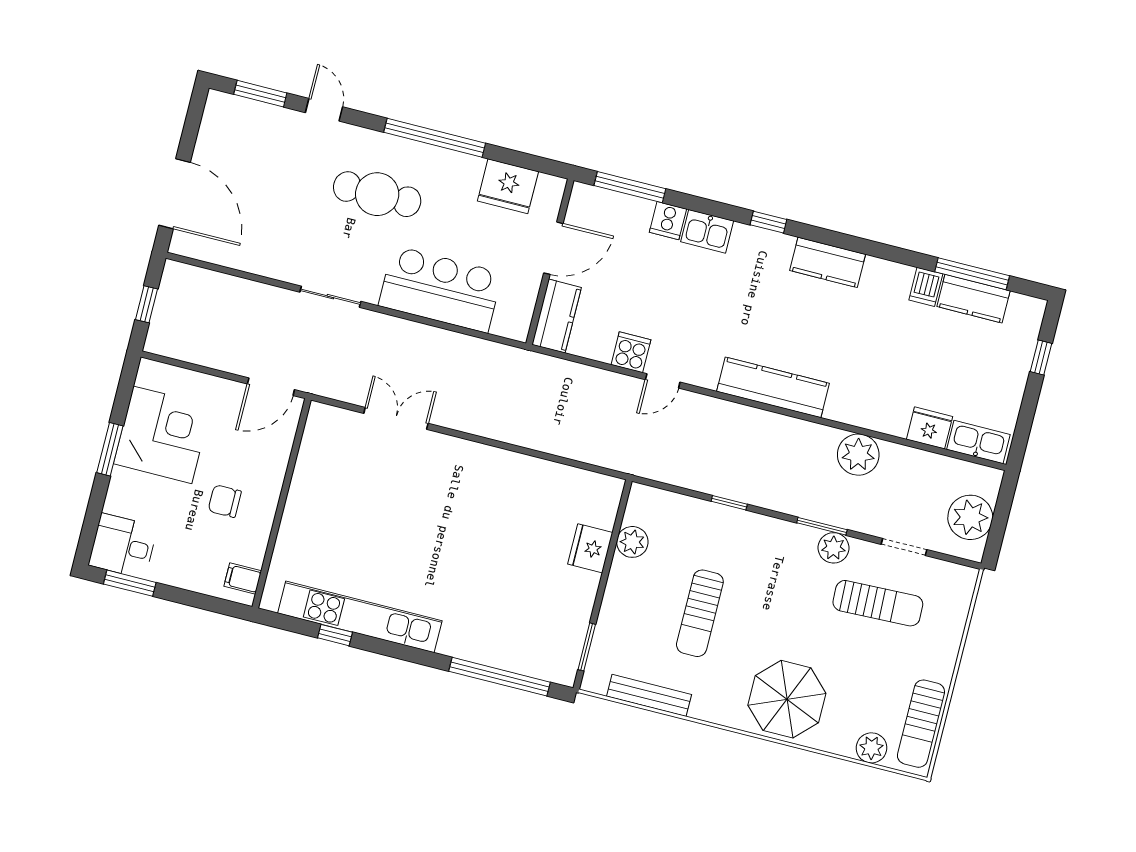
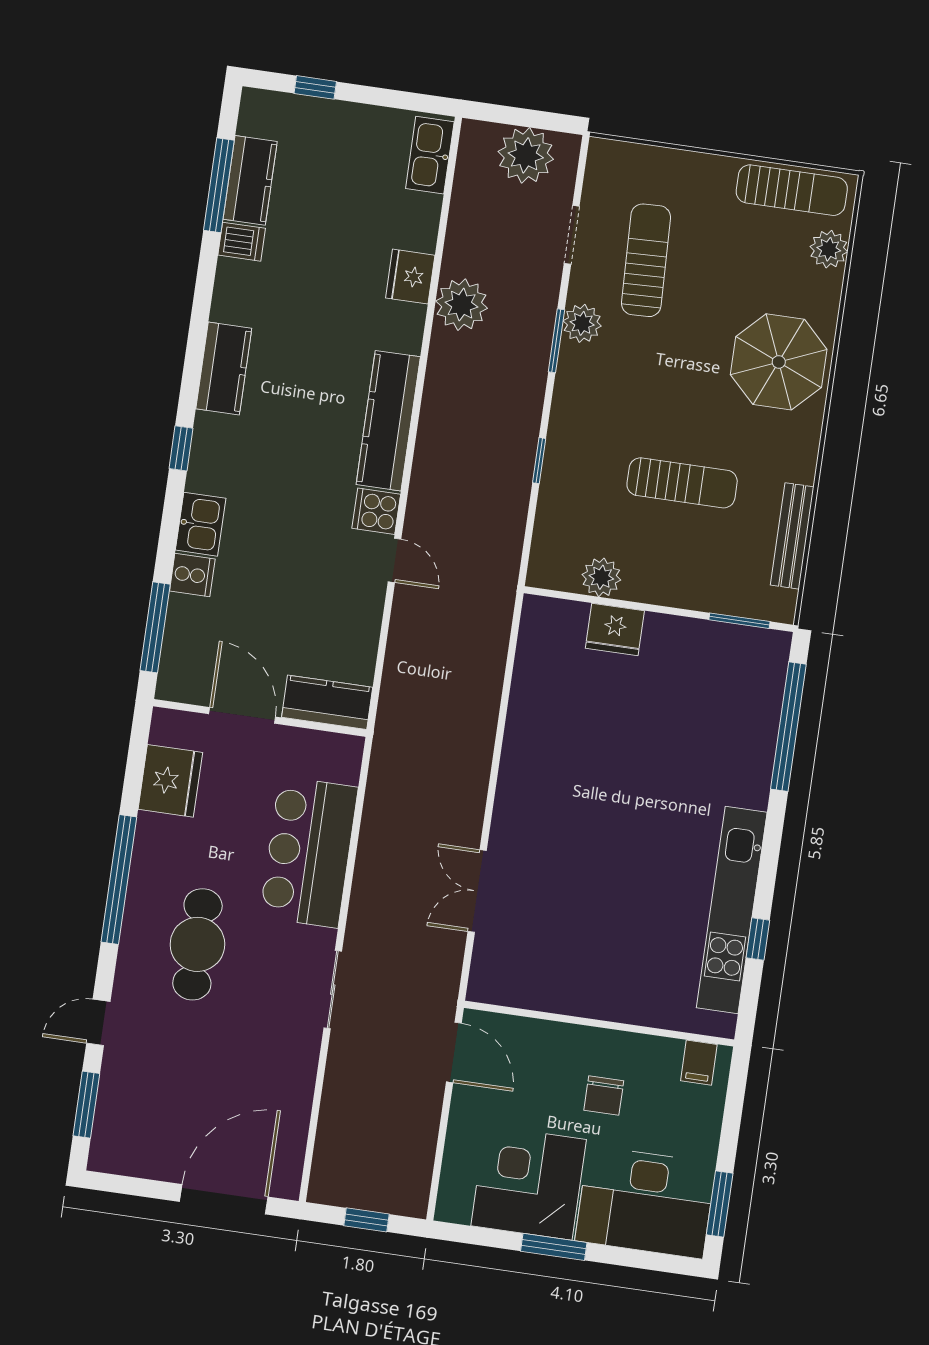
cooker: (631, 352) -> (376, 511), moved
fridge: (930, 428) -> (410, 277), moved
desk: (123, 546) -> (646, 1202), width x1.87, depth x1.30

